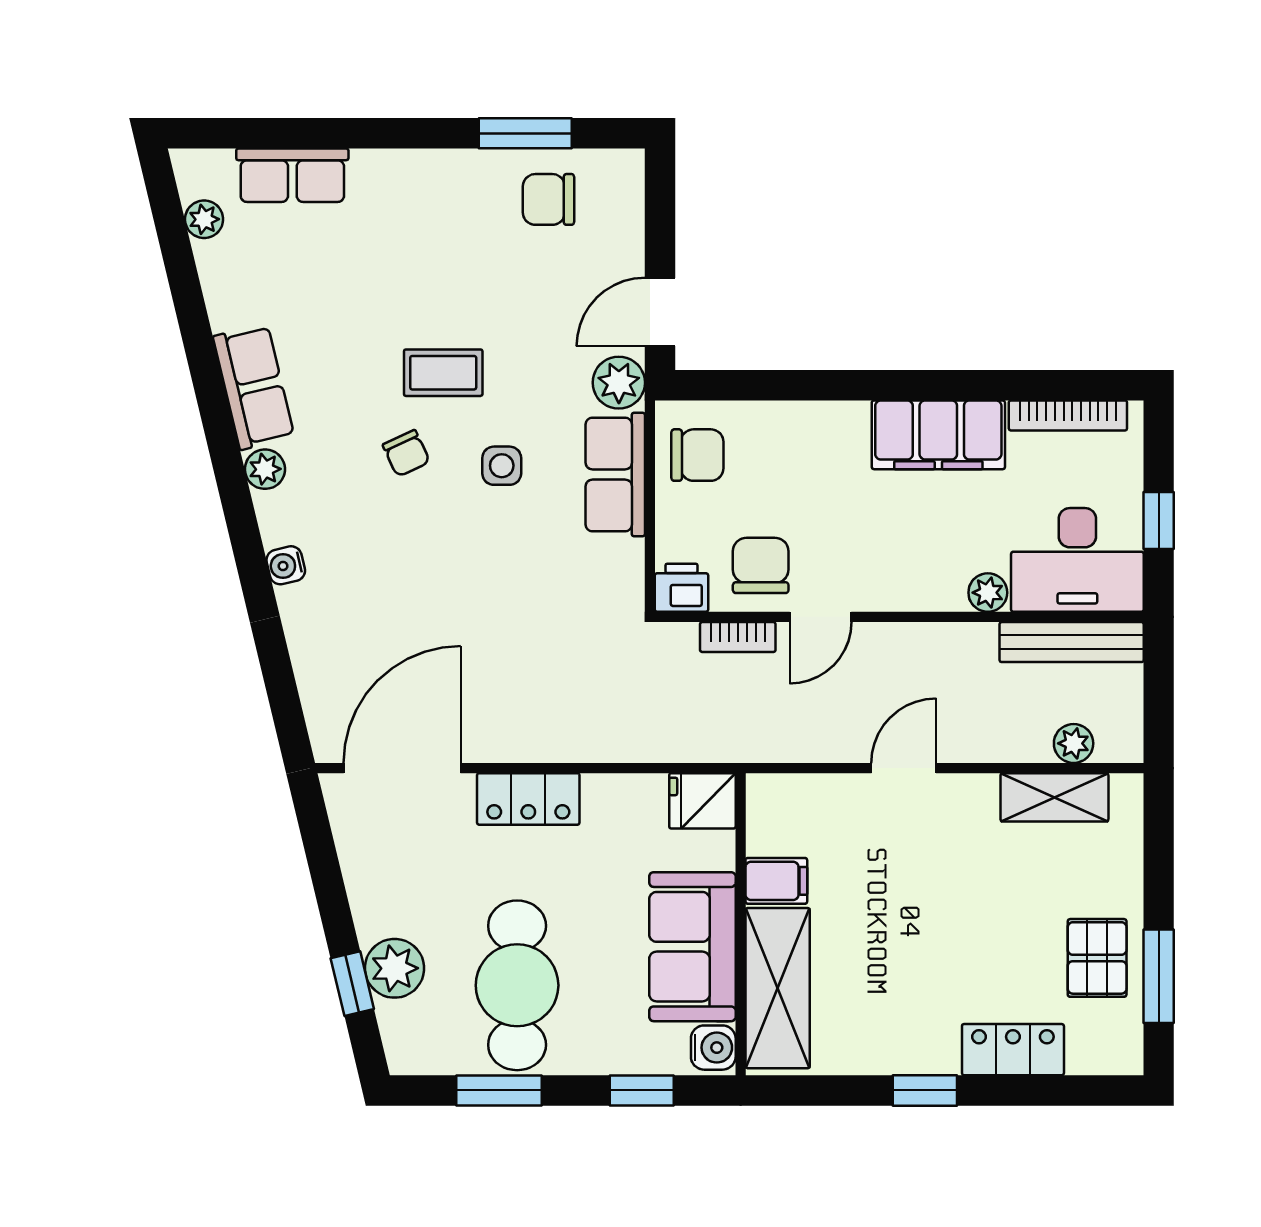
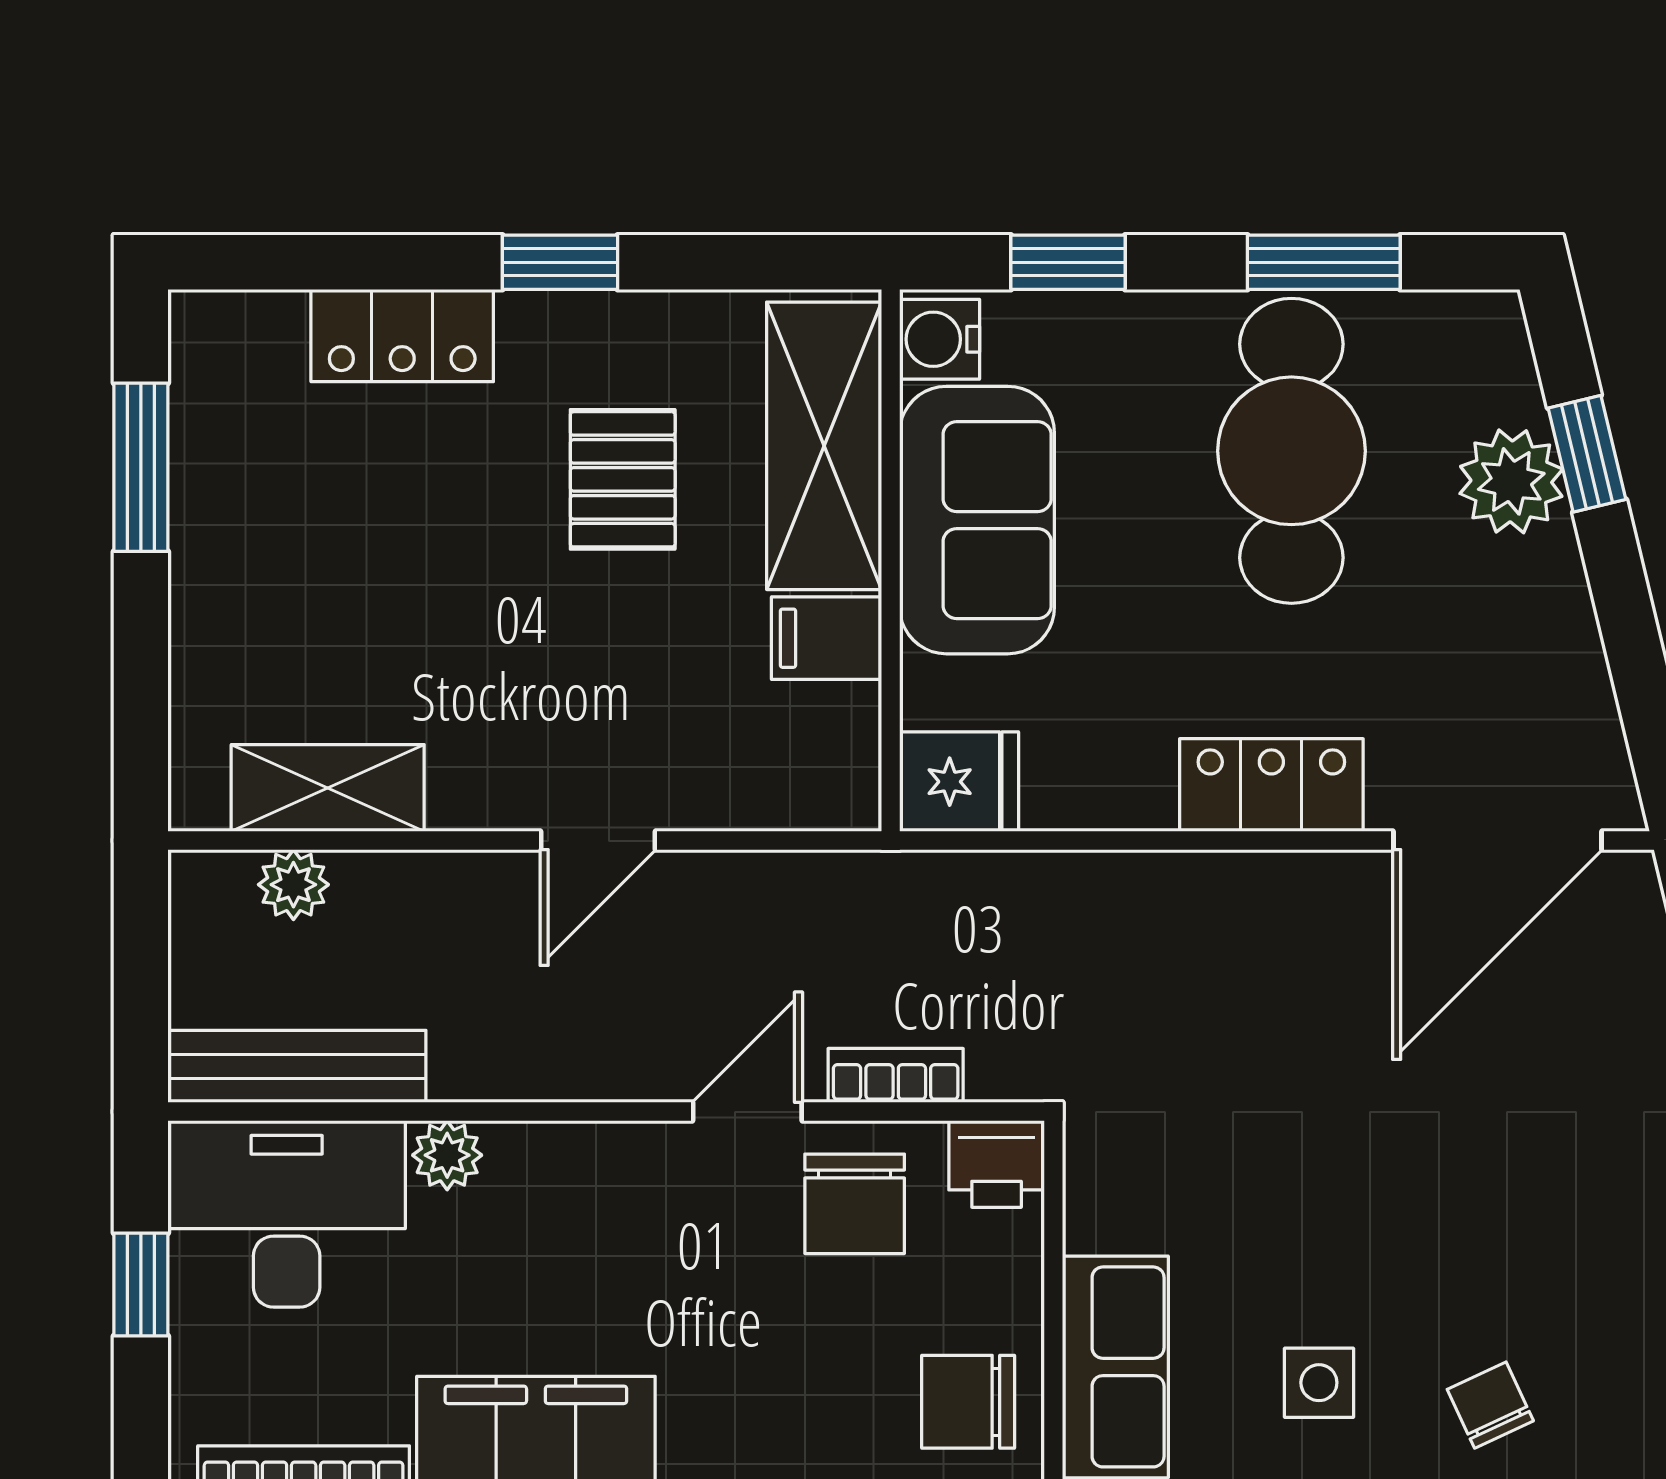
pallet: (1097, 958) -> (623, 479), moved

